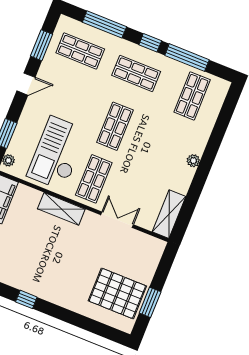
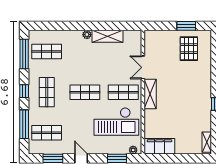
shop shelf: (80, 51) -> (47, 133), turned 90
window: (187, 58) -> (24, 54), moved
shelving: (61, 209) -> (150, 94), moved
shelving: (169, 214) -> (107, 36), moved
pallet: (117, 293) -> (189, 49), width x0.73, depth x0.71

